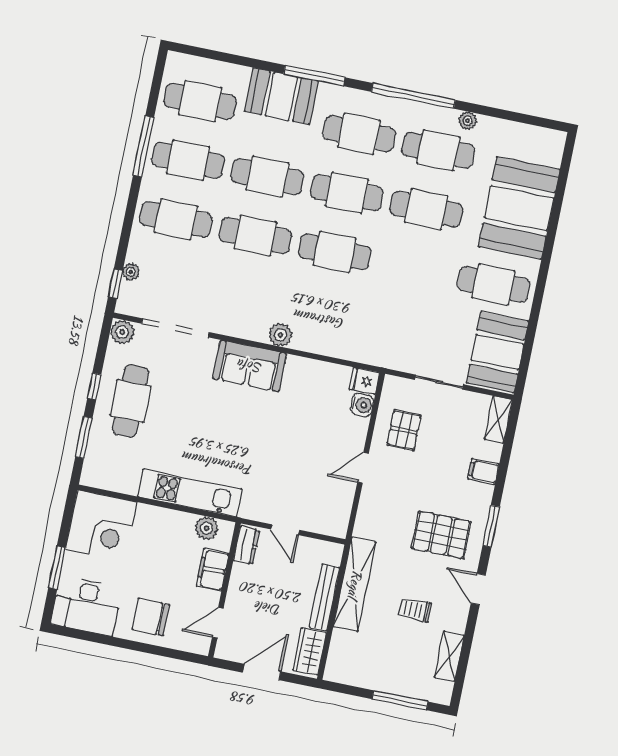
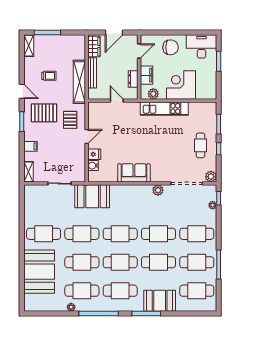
cafe table: (414, 268) -> (82, 234), added
plant: (280, 335) -> (158, 190), moved
booth: (497, 352) -> (92, 196), moved, turned 90
sofa: (250, 366) -> (134, 173), moved
fridge: (364, 381) -> (94, 154), moved
cafe table: (131, 401) -> (200, 145), width x0.73, depth x0.74
pallet: (404, 430) -> (70, 120), moved
corner desk: (101, 526) -> (181, 85), moved
dresser: (246, 545) -> (133, 79), moved
shelving: (449, 656) -> (29, 46), moved

